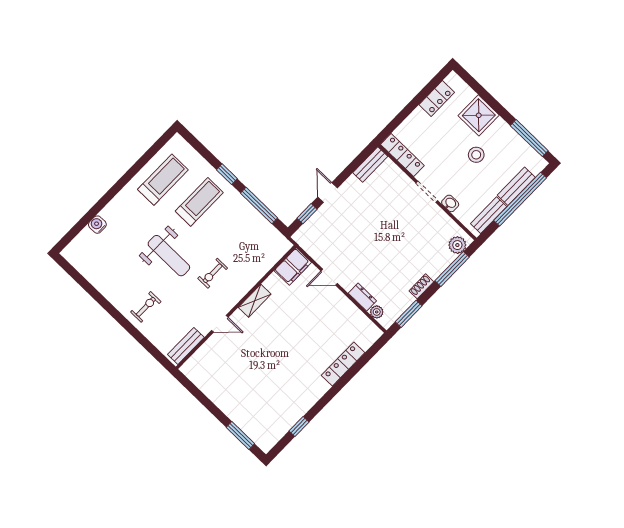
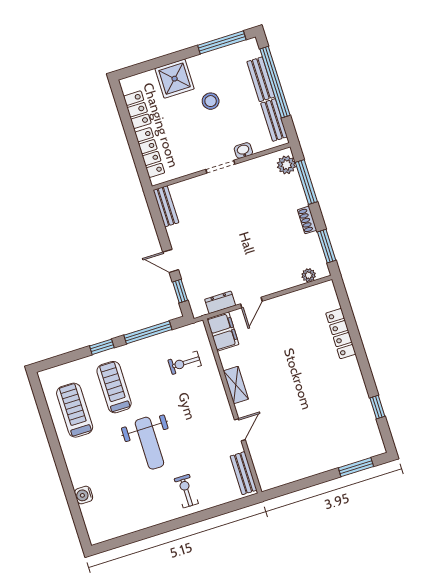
locker: (402, 155) -> (150, 153), moved, turned 90
weight bench: (169, 256) -> (149, 443), turned 90
exercise bike: (213, 273) -> (185, 363), moved, turned 90
dresser: (362, 297) -> (220, 302), moved

